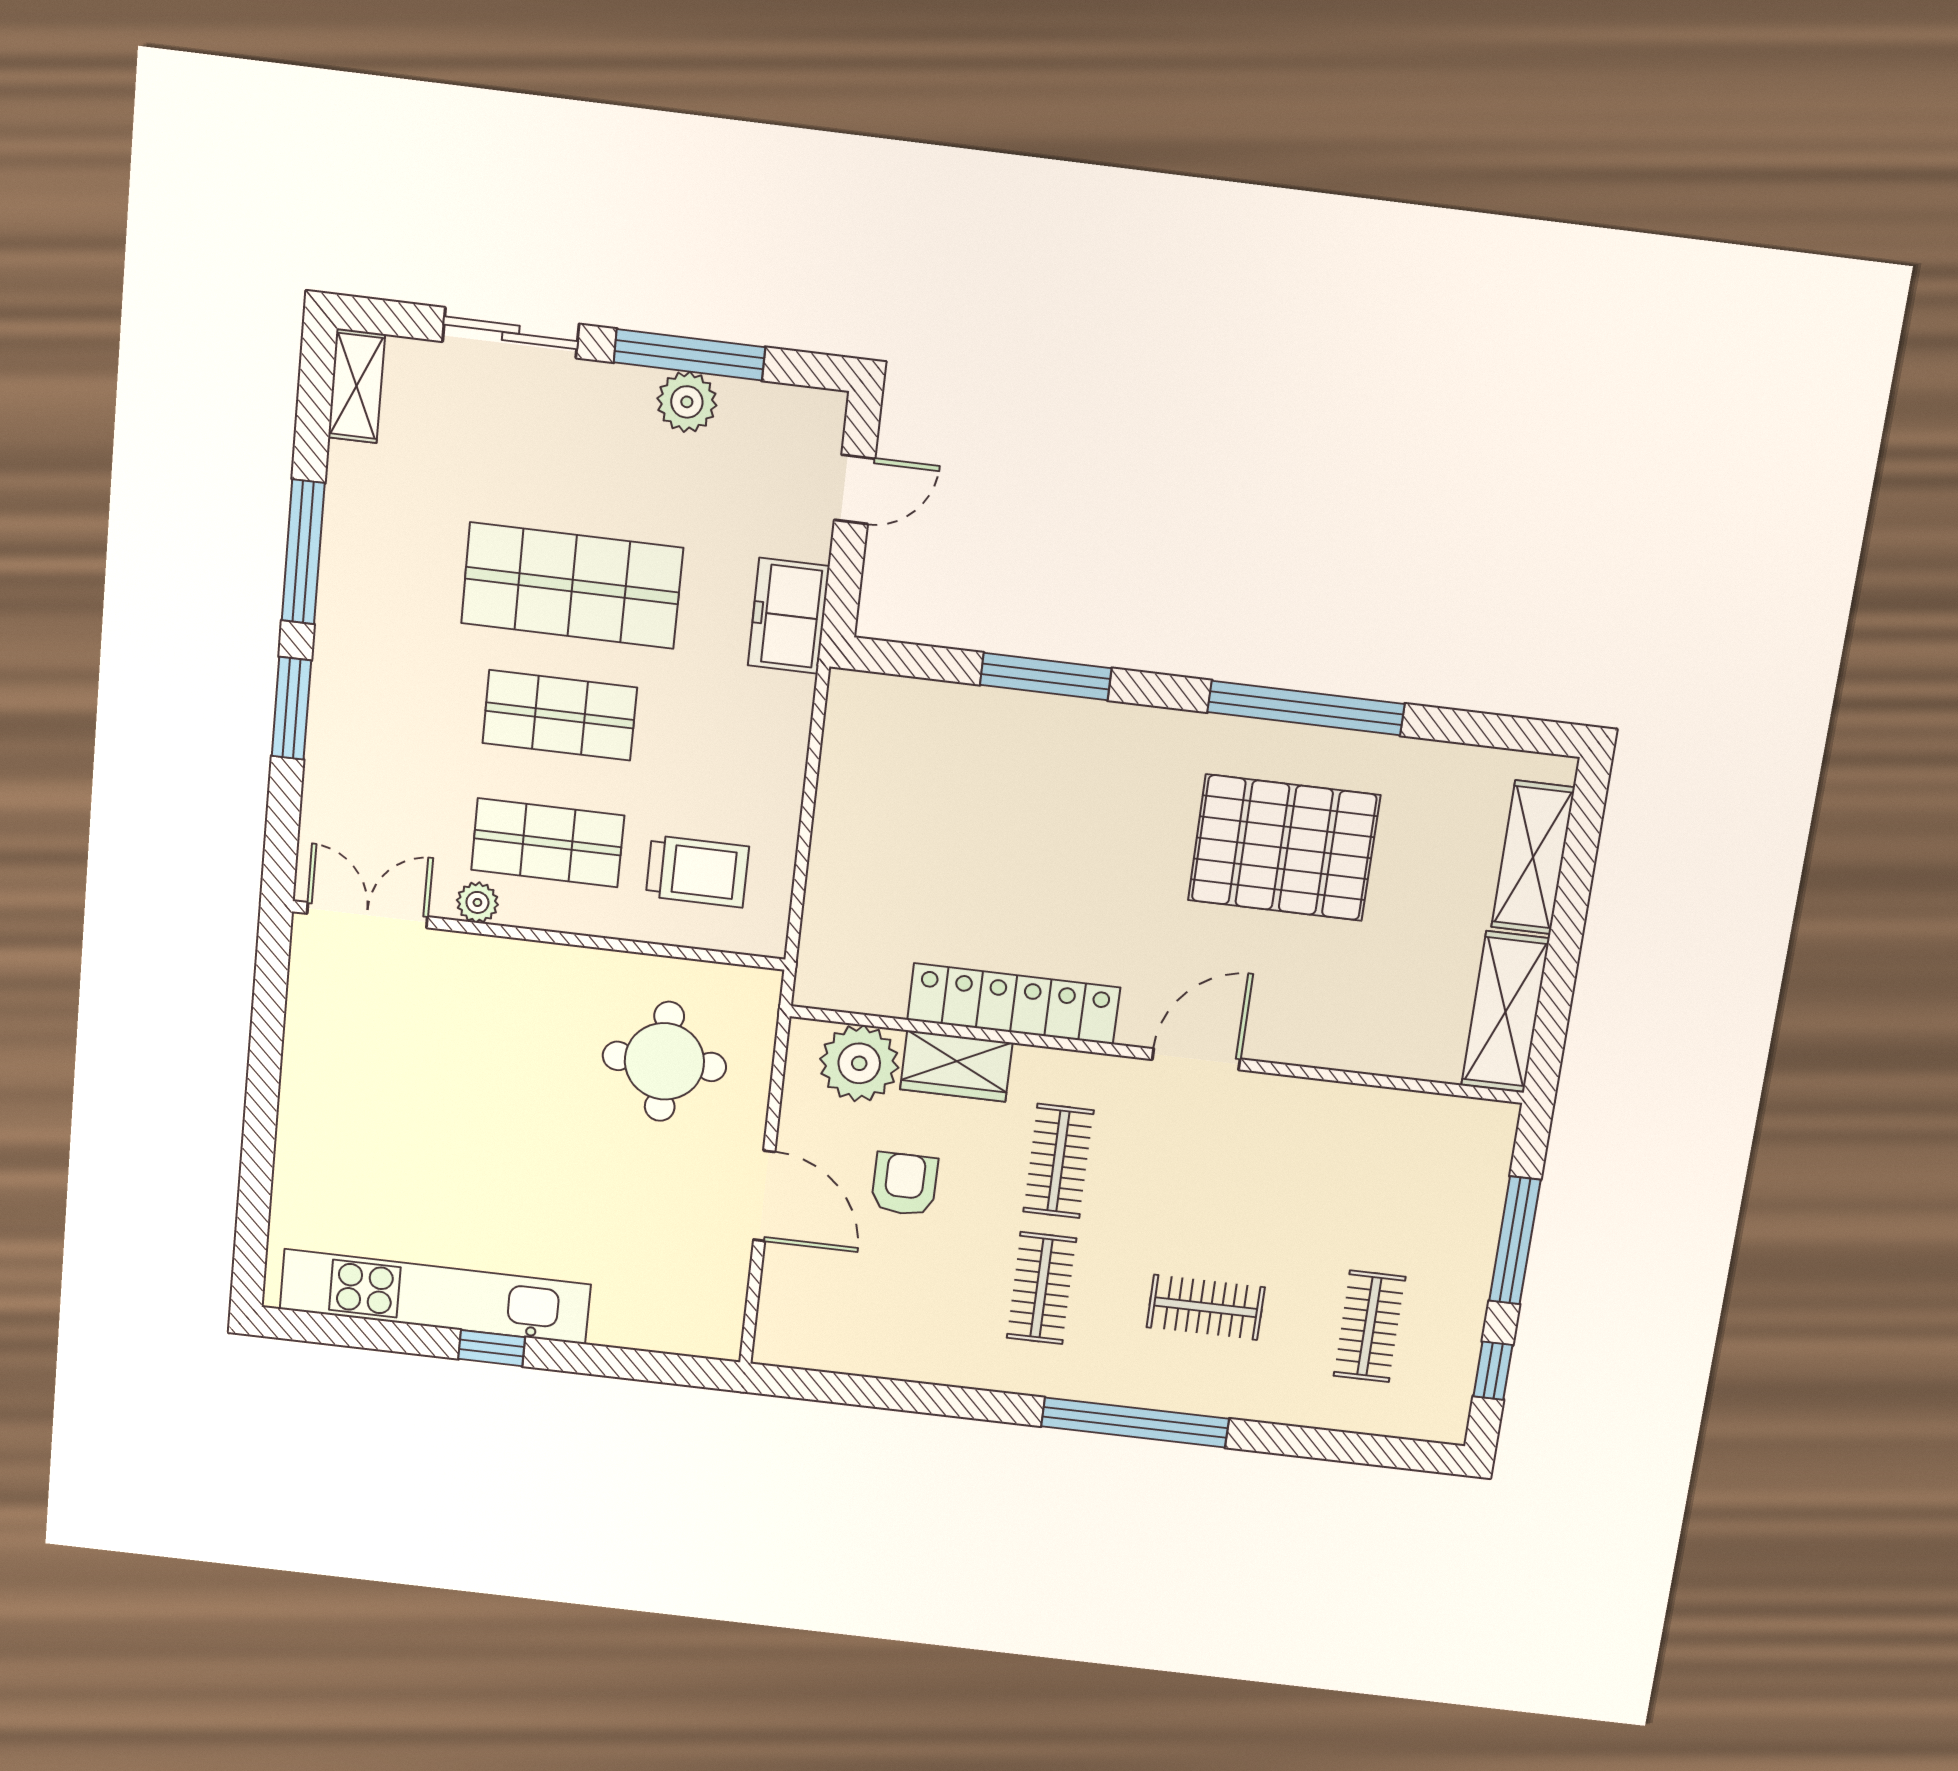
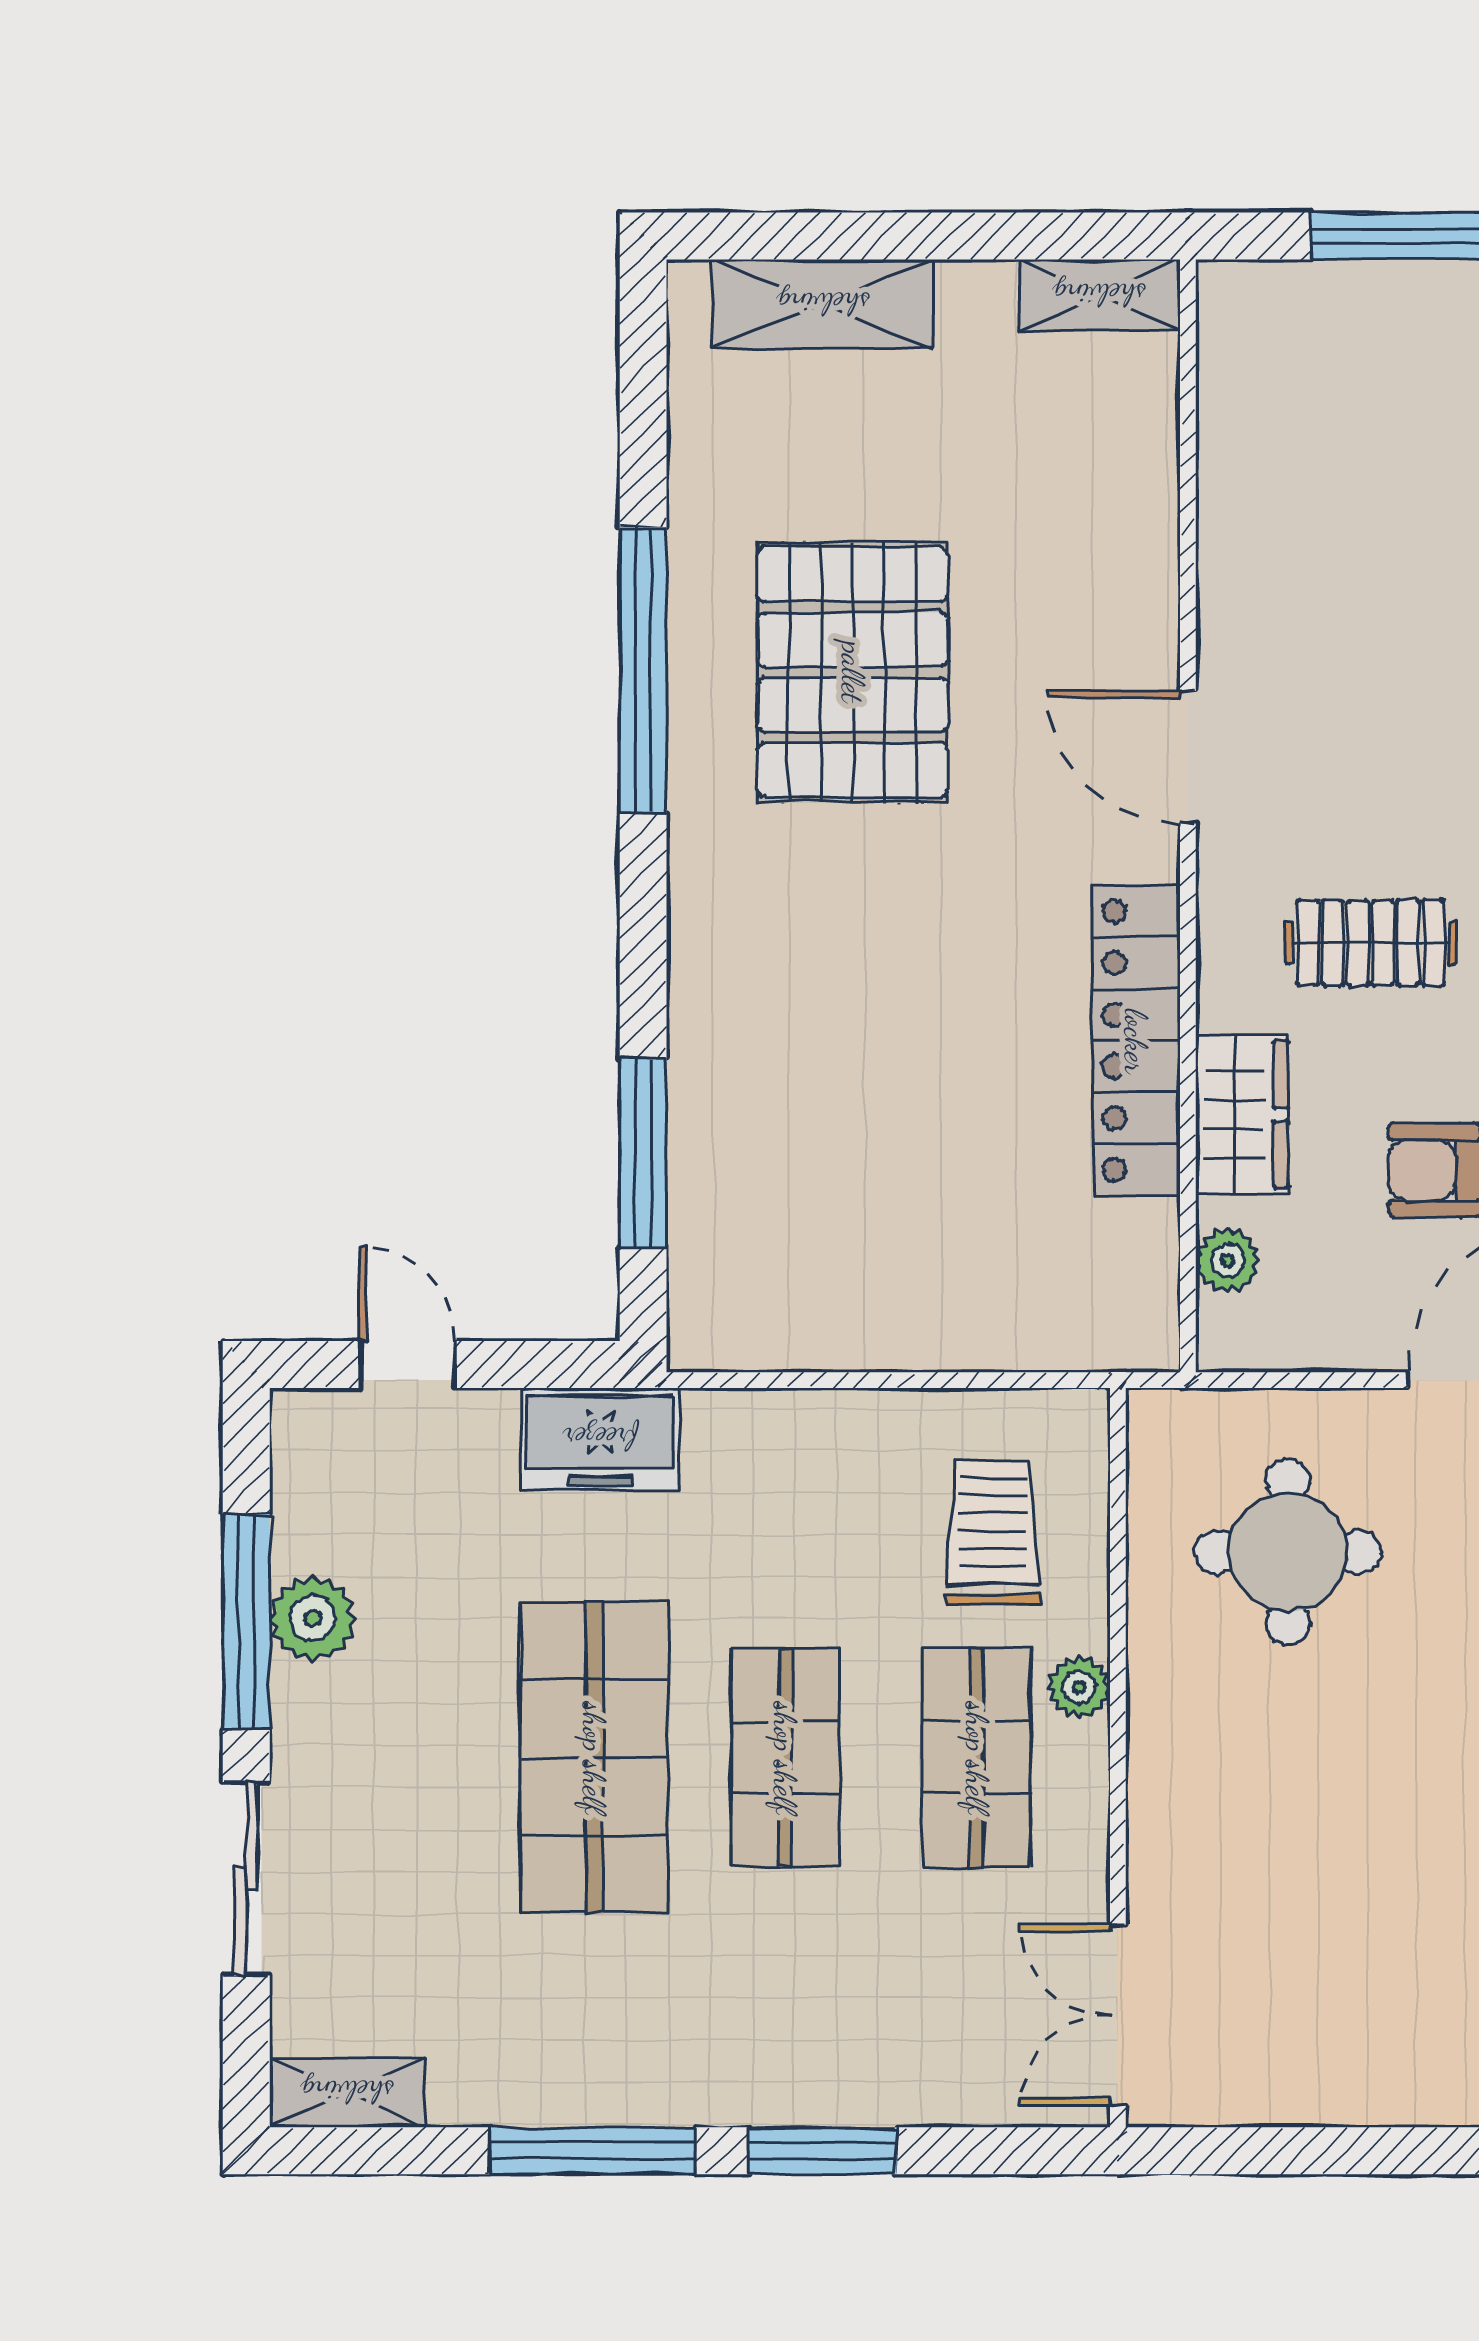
window: (1046, 677) -> (643, 1152), moved
plant: (477, 902) -> (1079, 1687), moved
shelving: (1505, 1012) -> (1099, 295), width x0.67, depth x0.75
plant: (859, 1063) -> (1228, 1260), width x0.53, depth x0.53

